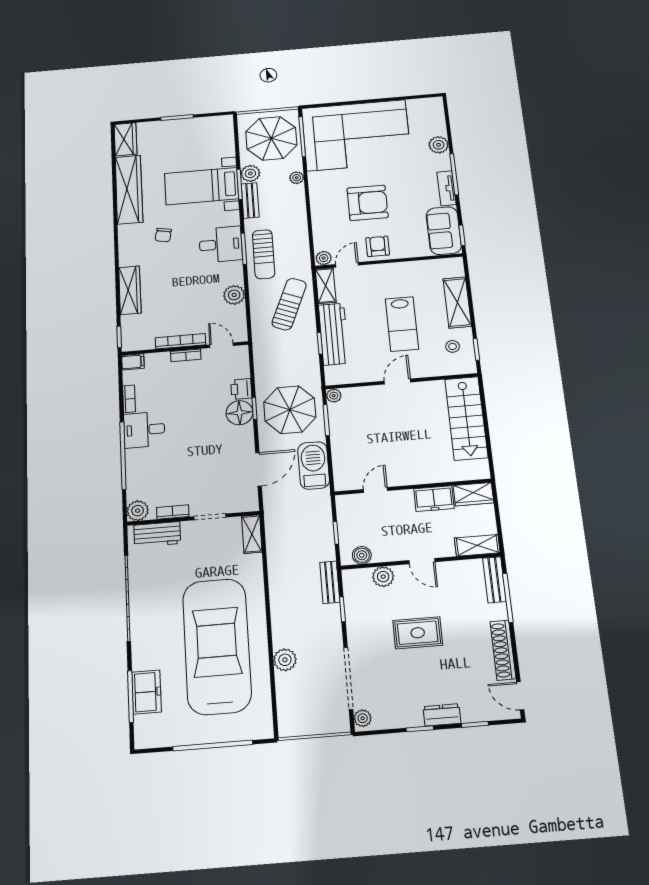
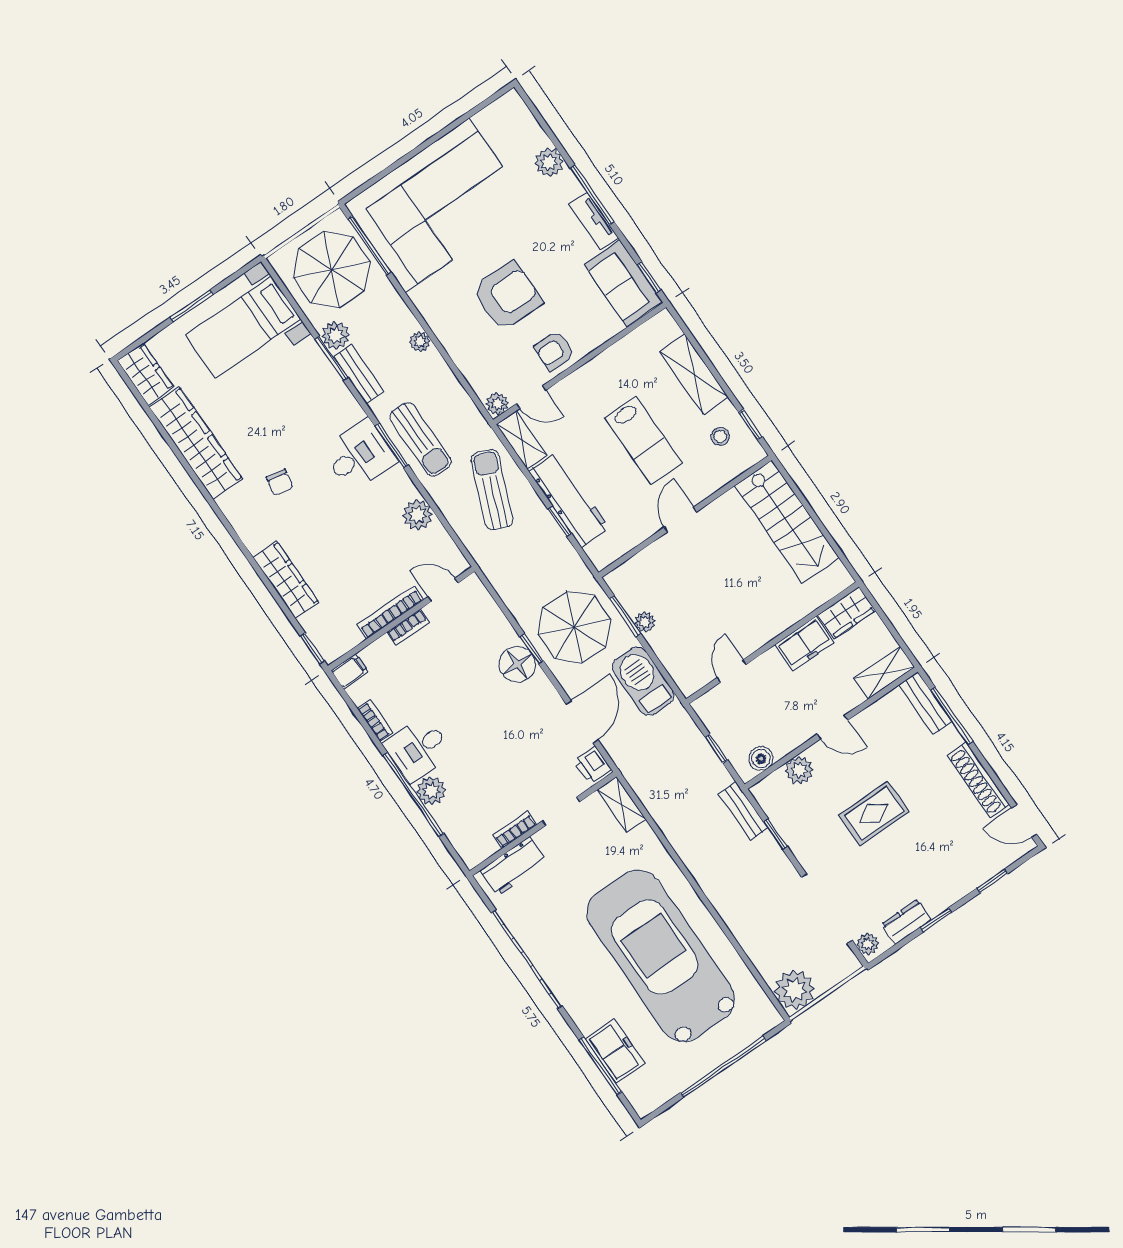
plant: (297, 178) -> (420, 342), moved
bed with nightstands: (201, 186) -> (243, 327), moved
armchair: (378, 246) -> (554, 350), turned -90
door: (347, 265) -> (531, 397), swing flipped
printer: (241, 389) -> (592, 765), moved
plant: (334, 396) -> (645, 622), moved
plant: (138, 511) -> (431, 791), moved
plant: (285, 660) -> (795, 990), moved, width x1.36, depth x1.36
dresser: (442, 715) -> (907, 922), moved

